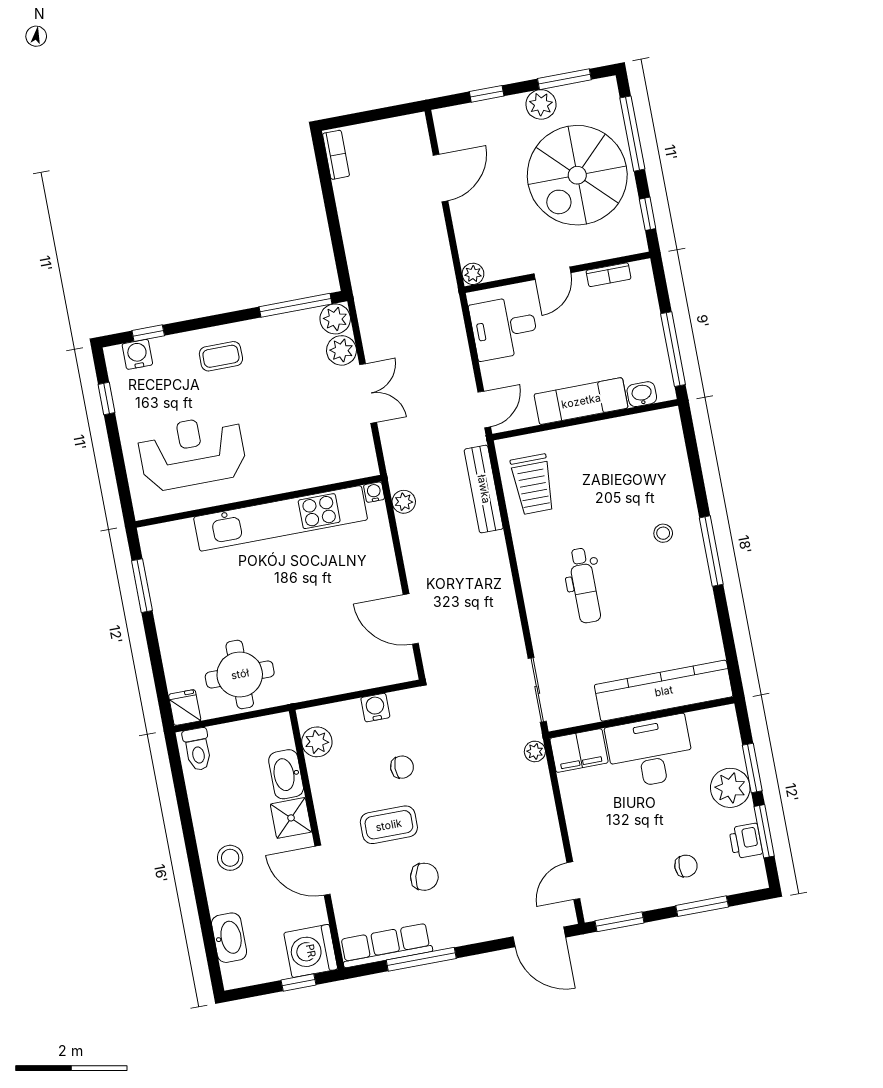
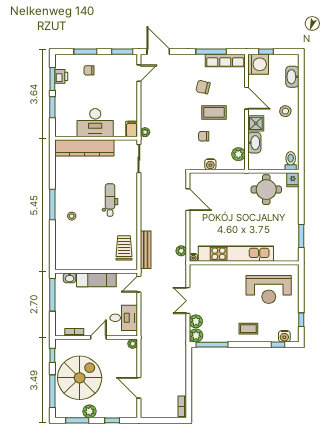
door: (440, 178) -> (139, 388), hinge flipped
filing cabinet: (579, 751) -> (132, 129), width x0.50
plant: (730, 788) -> (63, 101), removed

